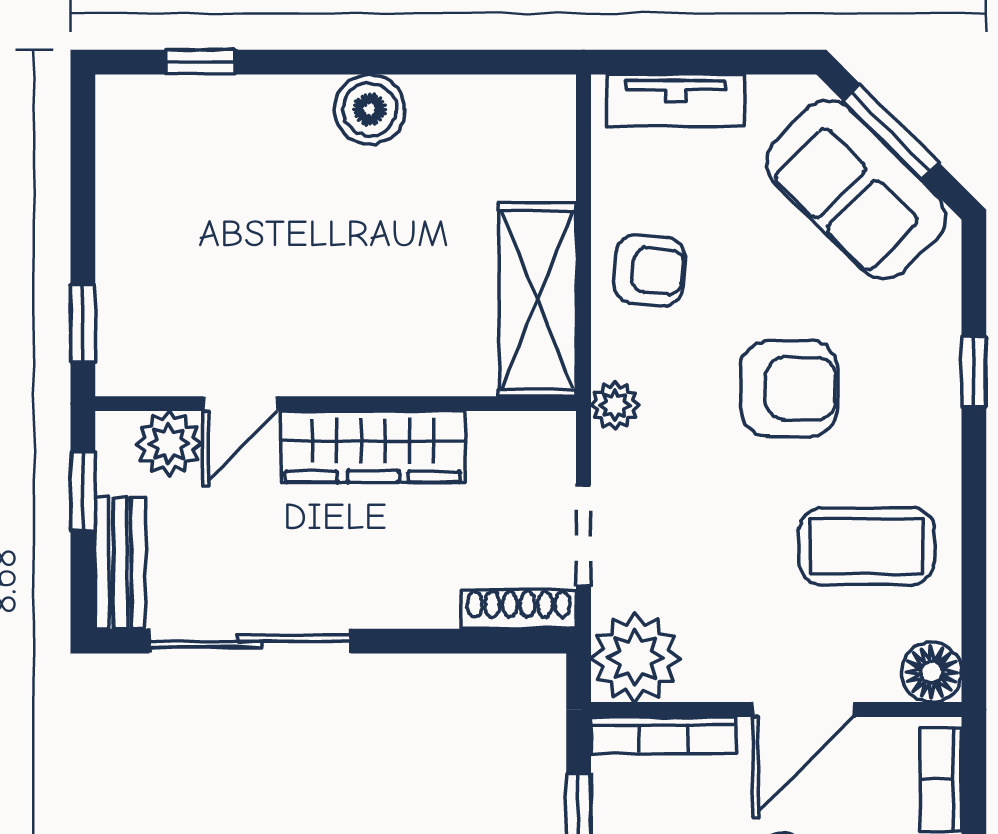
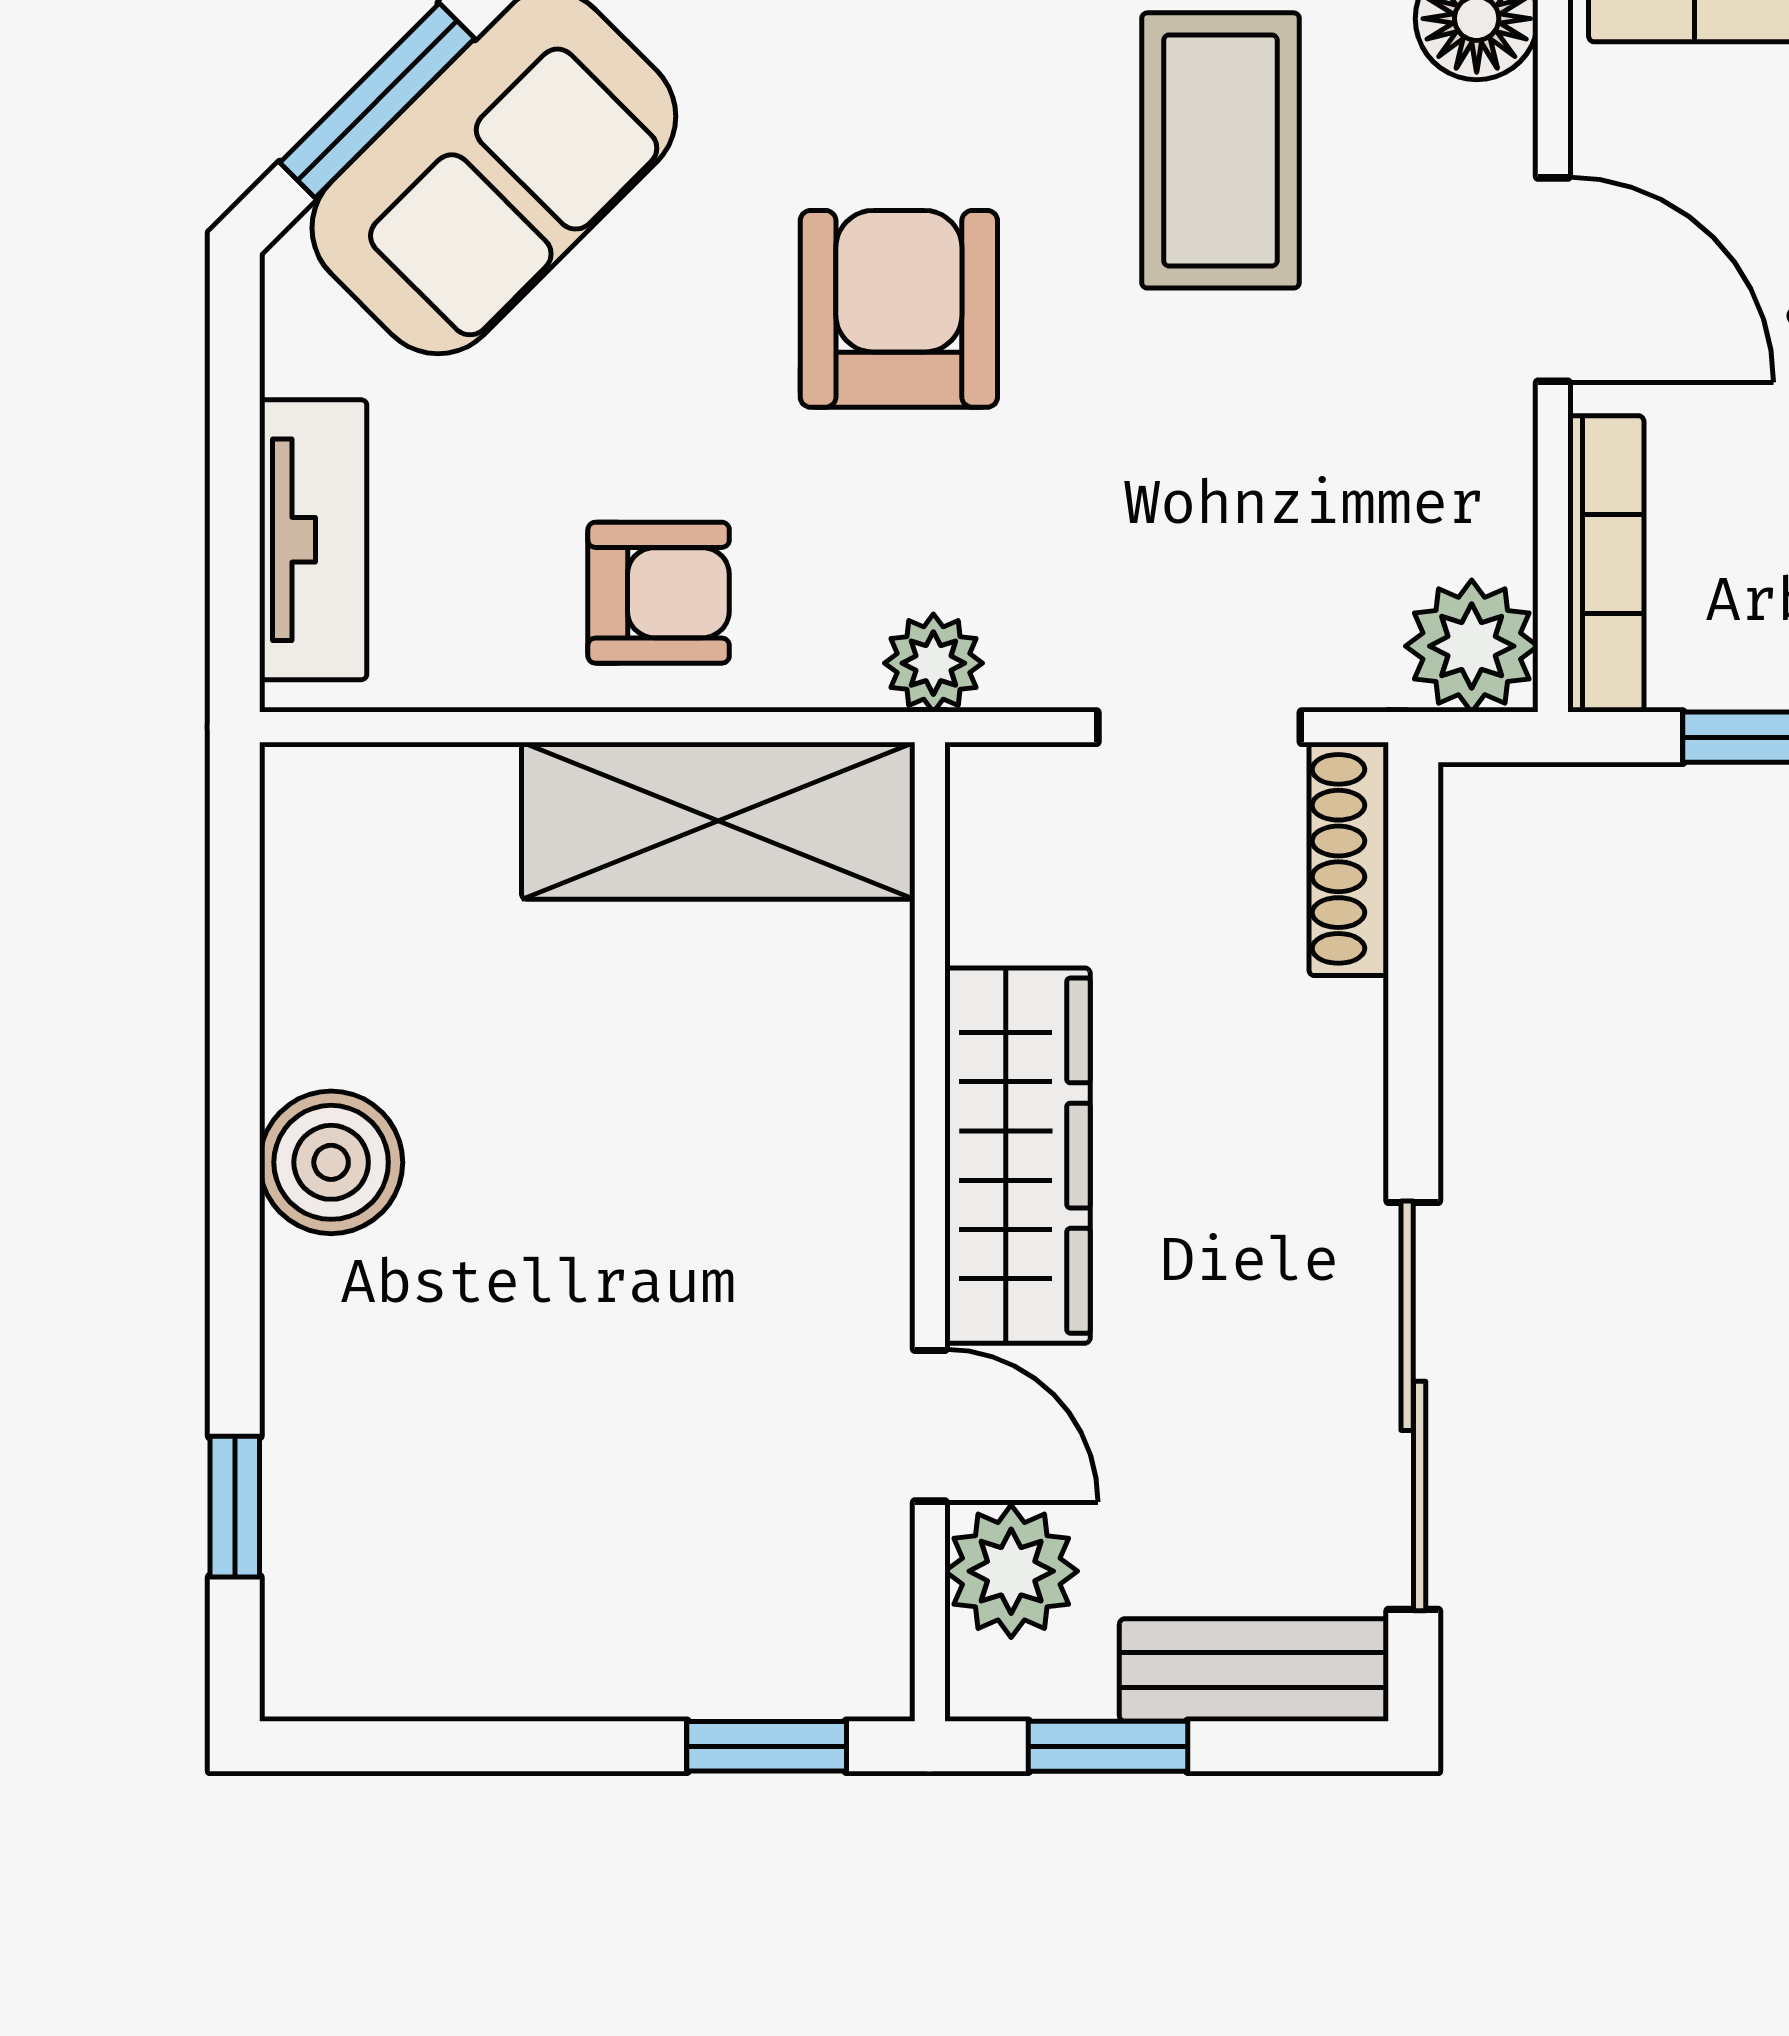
armchair: (649, 270) -> (659, 593), turned 85
plant: (635, 658) -> (1472, 646), width x0.73, depth x0.73

